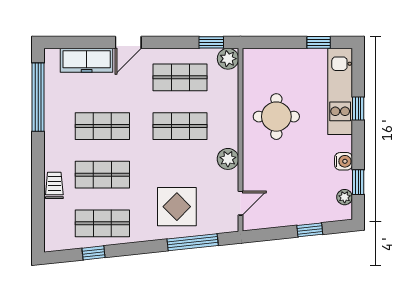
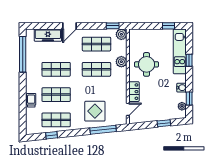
plant: (228, 159) -> (121, 62), moved
locker: (252, 169) -> (134, 92), added

